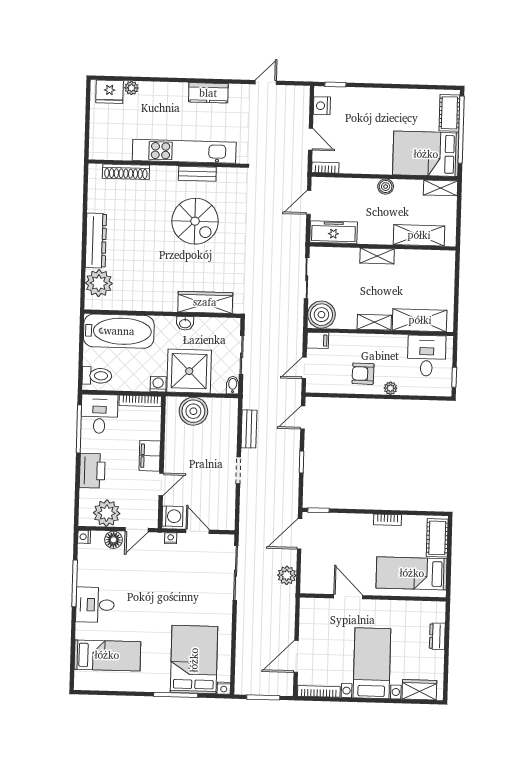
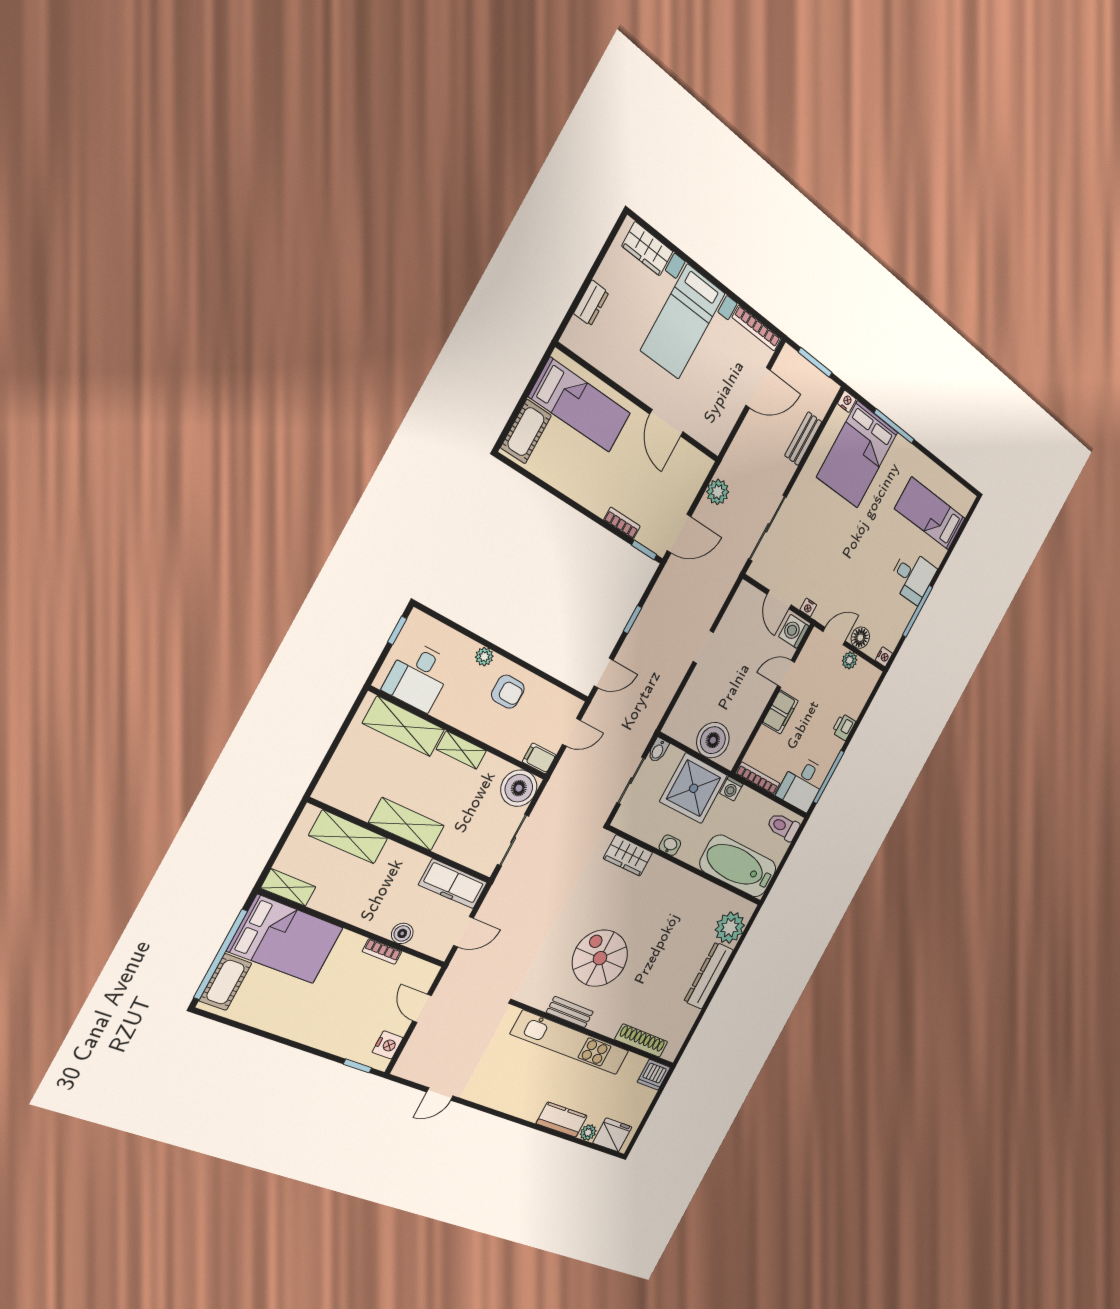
kitchen counter: (208, 93) -> (562, 1120), moved
dishwasher: (100, 149) -> (654, 1075), added
bookcase: (325, 168) -> (382, 951), moved
boiler: (386, 187) -> (402, 933), moved
shelving: (377, 256) -> (407, 824), width x1.50, depth x1.33
wardrobe: (205, 302) -> (628, 855), width x0.67
bench: (249, 429) -> (803, 439), moved
printer: (92, 471) -> (844, 727), width x0.53, depth x0.68
plant: (107, 513) -> (850, 660), width x0.53, depth x0.53
bookcase: (387, 520) -> (622, 523), moved

